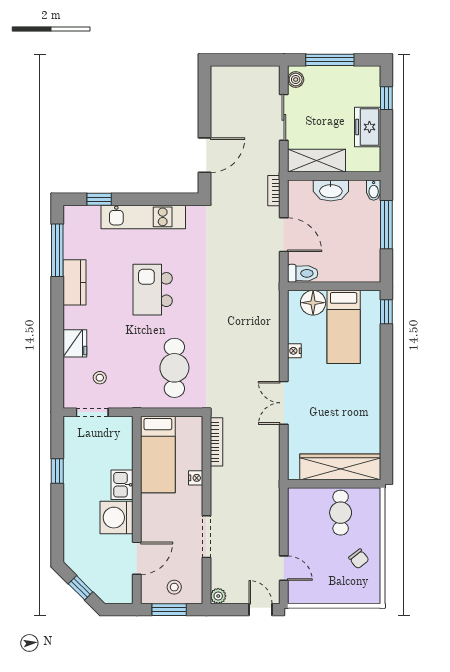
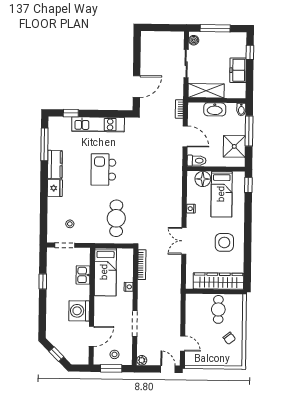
shower: (363, 250) -> (234, 146), added
fridge: (75, 343) -> (55, 188), moved
side table: (349, 405) -> (224, 242), added
kitchen sink: (122, 485) -> (83, 275), moved

